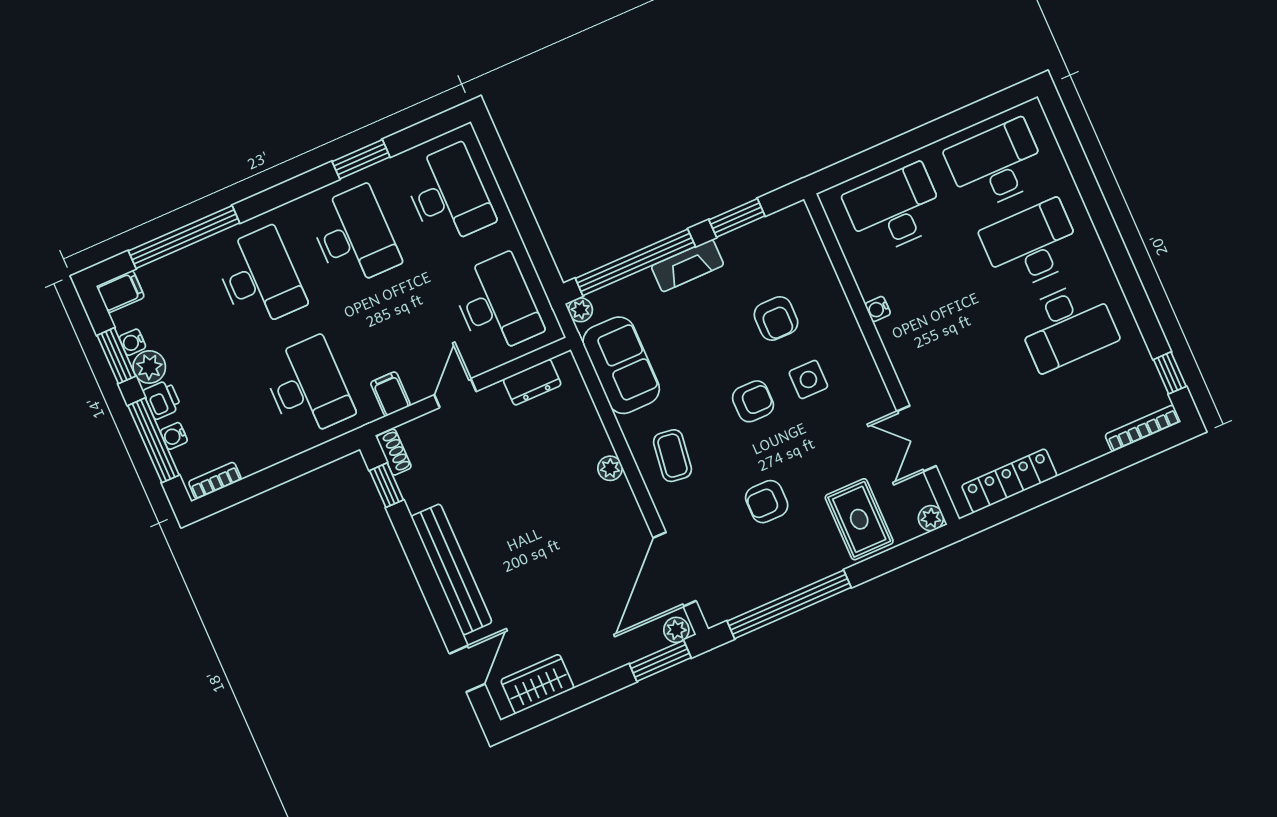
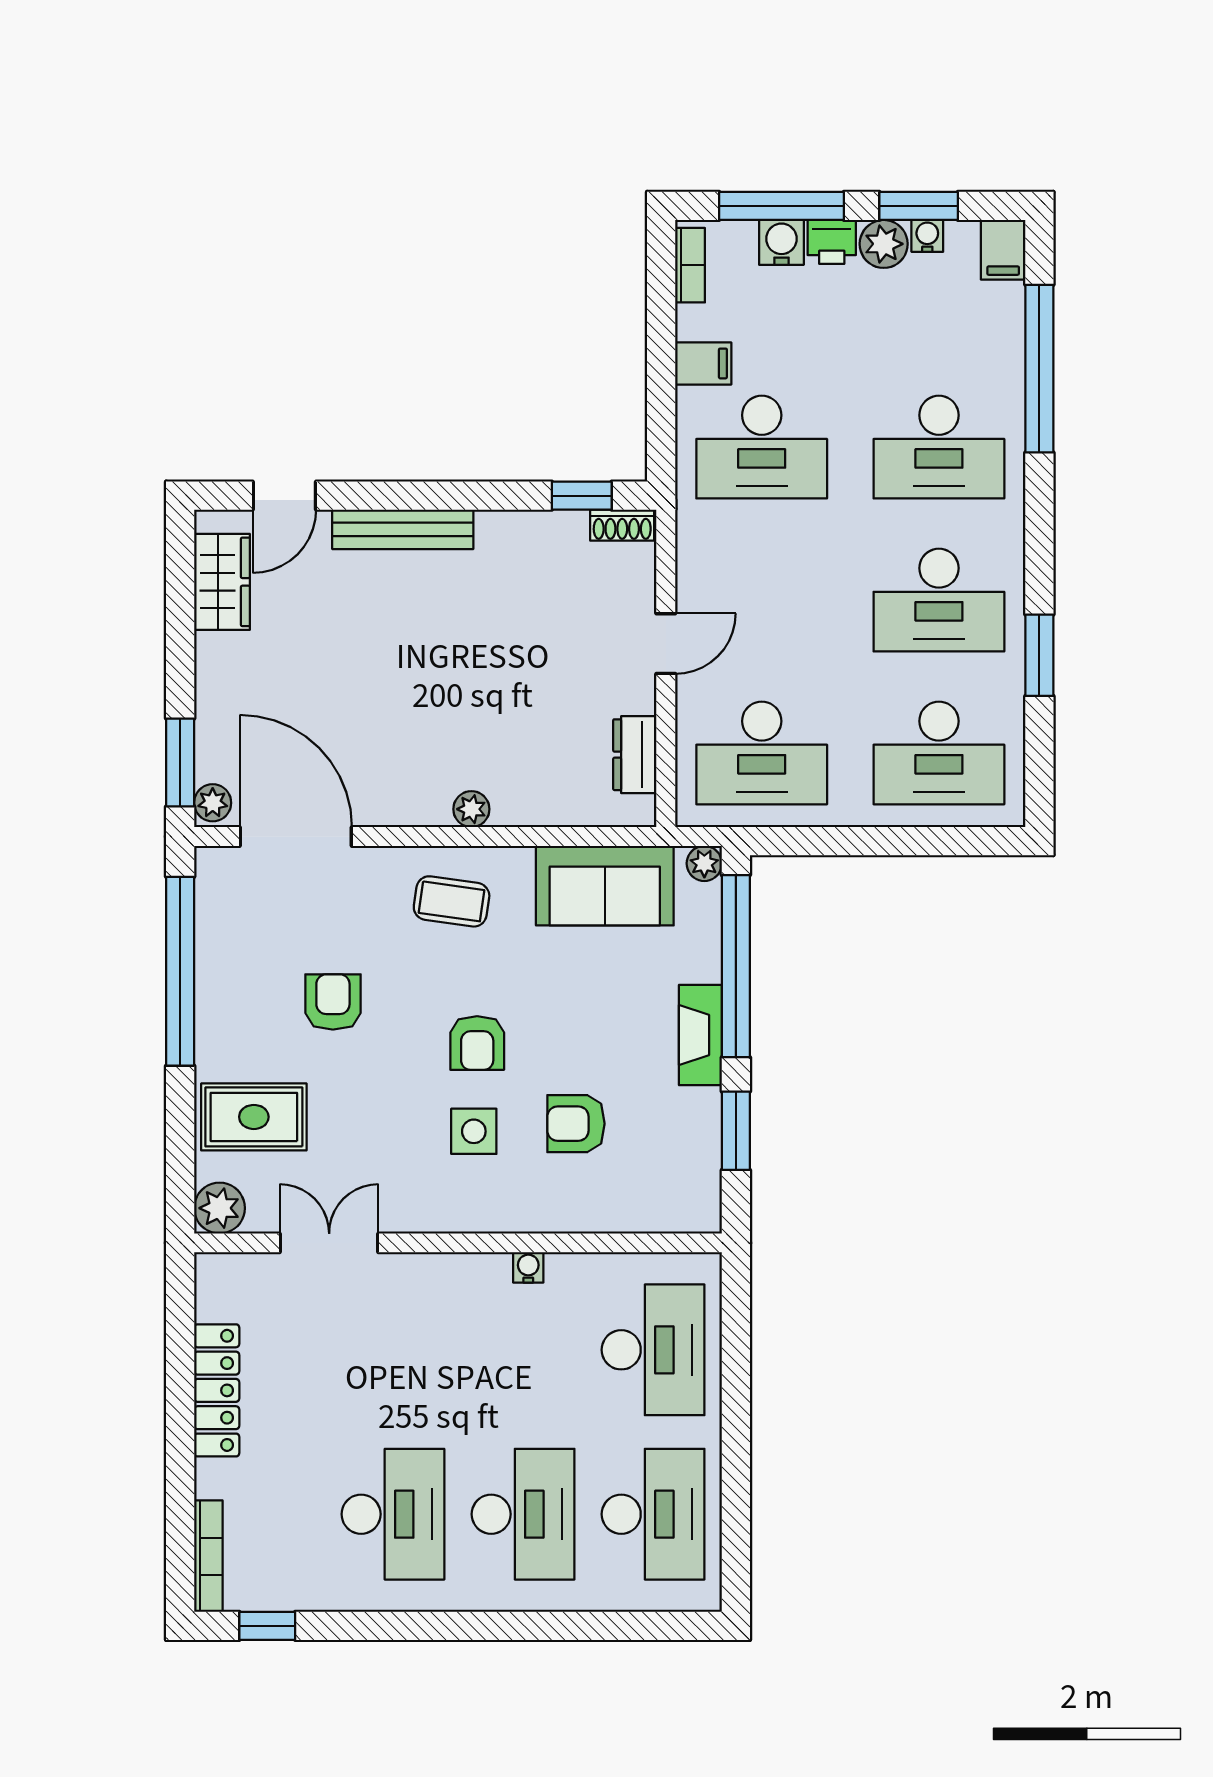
desk: (1067, 326) -> (393, 1514), turned 180
door: (455, 393) -> (666, 644), hinge flipped
filing cabinet: (390, 394) -> (703, 363), moved
water cooler: (174, 436) -> (781, 242), width x1.38, depth x1.38
locker: (1009, 481) -> (217, 1390), moved
plant: (931, 518) -> (220, 1208), width x1.38, depth x1.38
bench: (451, 569) -> (403, 529), width x0.73, depth x0.82
door: (467, 669) -> (284, 496), hinge flipped

